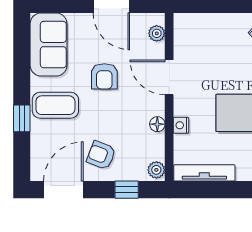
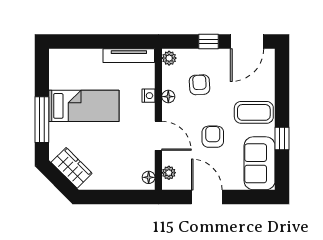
floor lamp: (181, 28) -> (149, 177), added
window: (22, 118) -> (282, 139), moved
armchair: (101, 155) -> (200, 85), moved, turned -114
window: (127, 190) -> (209, 42), moved

